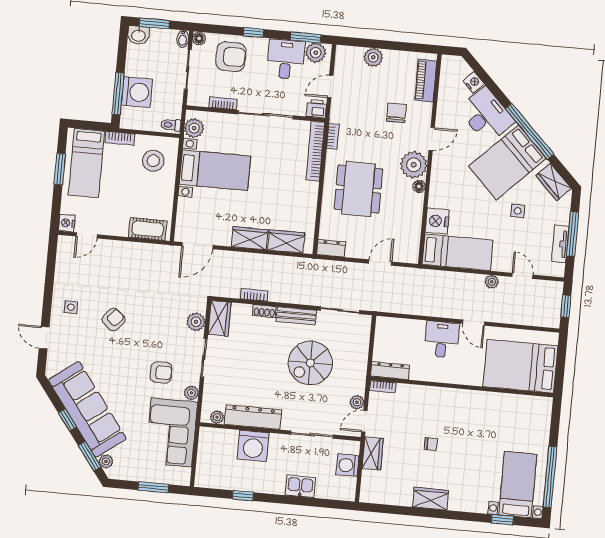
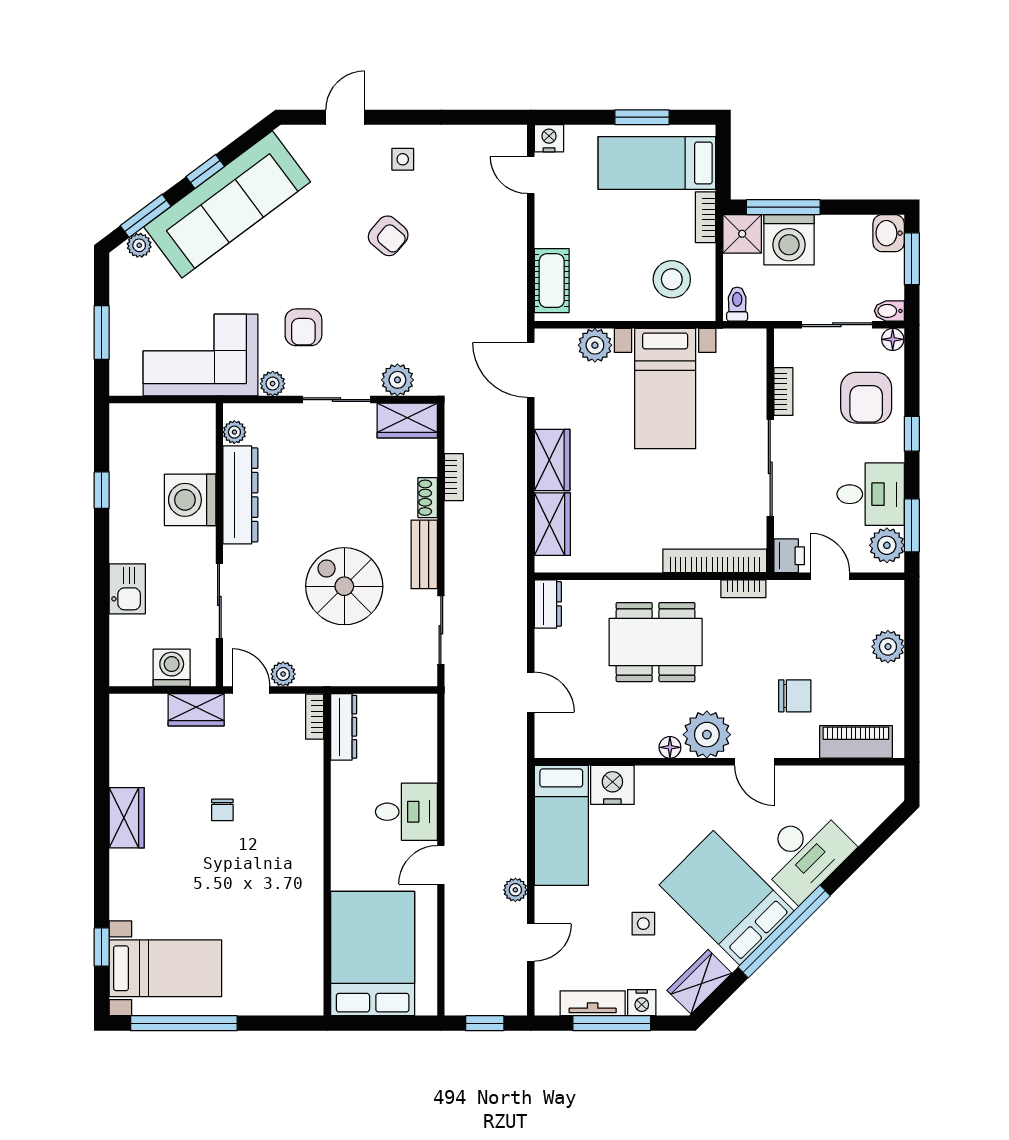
nightstand: (474, 82) -> (642, 1003), moved, turned 45
shower: (131, 118) -> (742, 234), added
plant: (194, 128) -> (595, 345), moved

